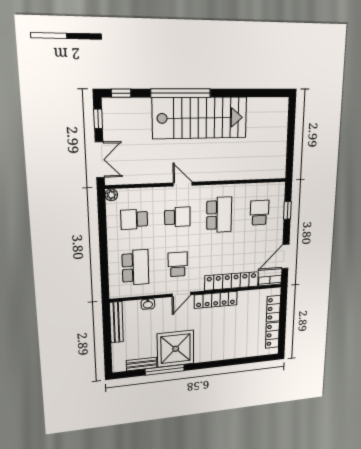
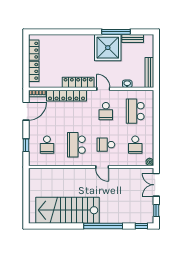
stairs: (200, 118) -> (67, 210), moved
school desk: (134, 219) -> (135, 145), turned 90
door: (181, 294) -> (103, 89), hinge flipped

